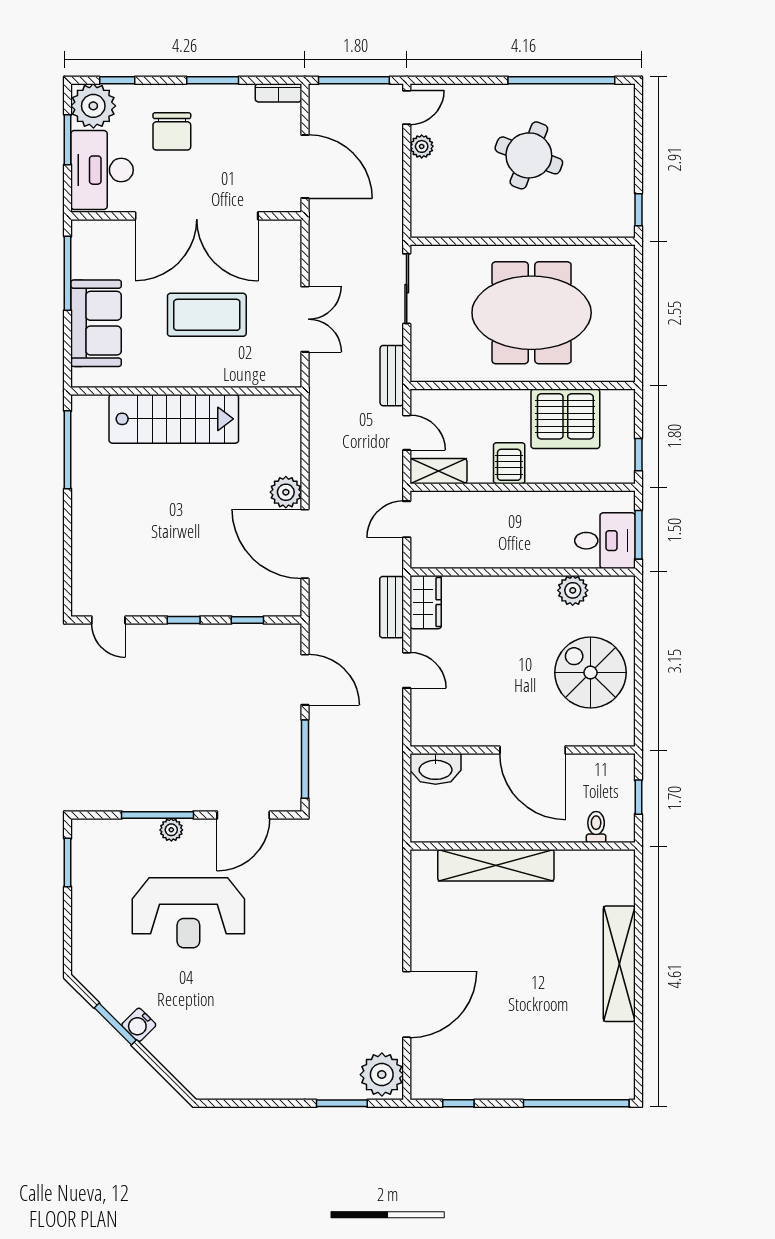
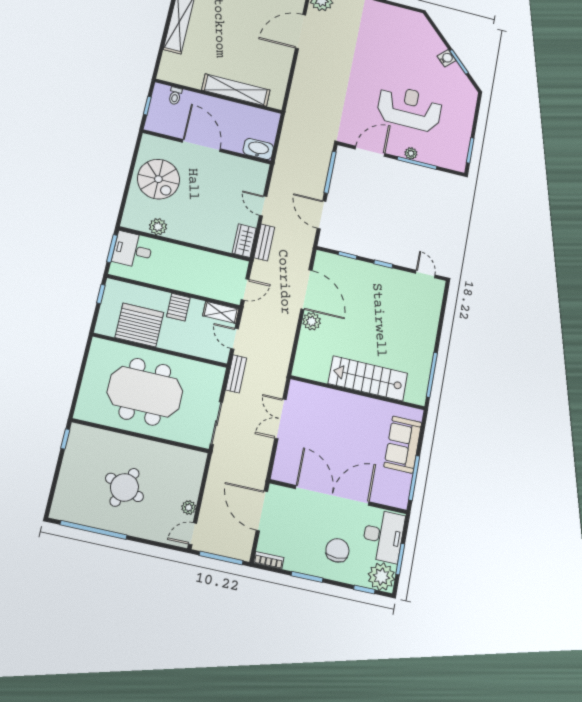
coffee table: (207, 315) -> (337, 435), removed

